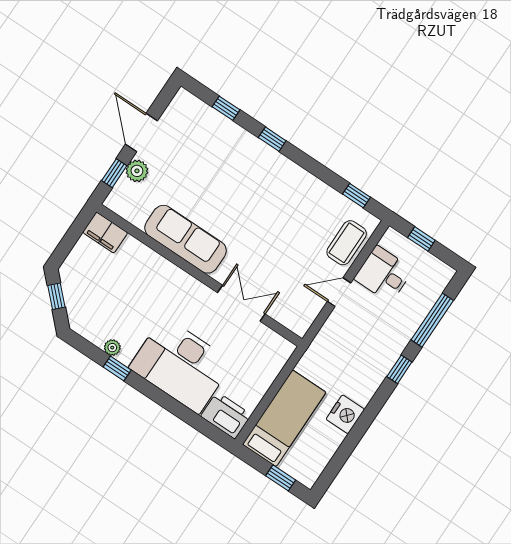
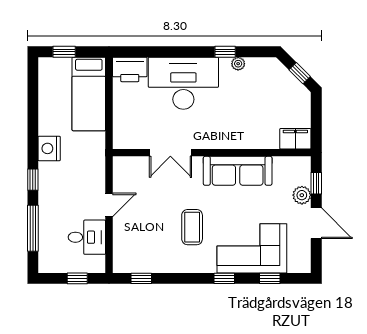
corner sofa: (224, 151) -> (252, 248), added
coffee table: (347, 243) -> (192, 227), moved
nightstand: (345, 414) -> (49, 148), moved

